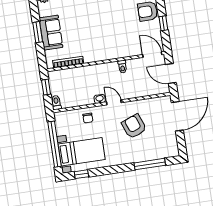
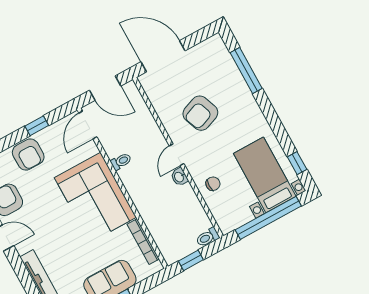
corner sofa: (106, 43) -> (95, 197), added
door: (171, 74) -> (105, 88), hinge flipped

